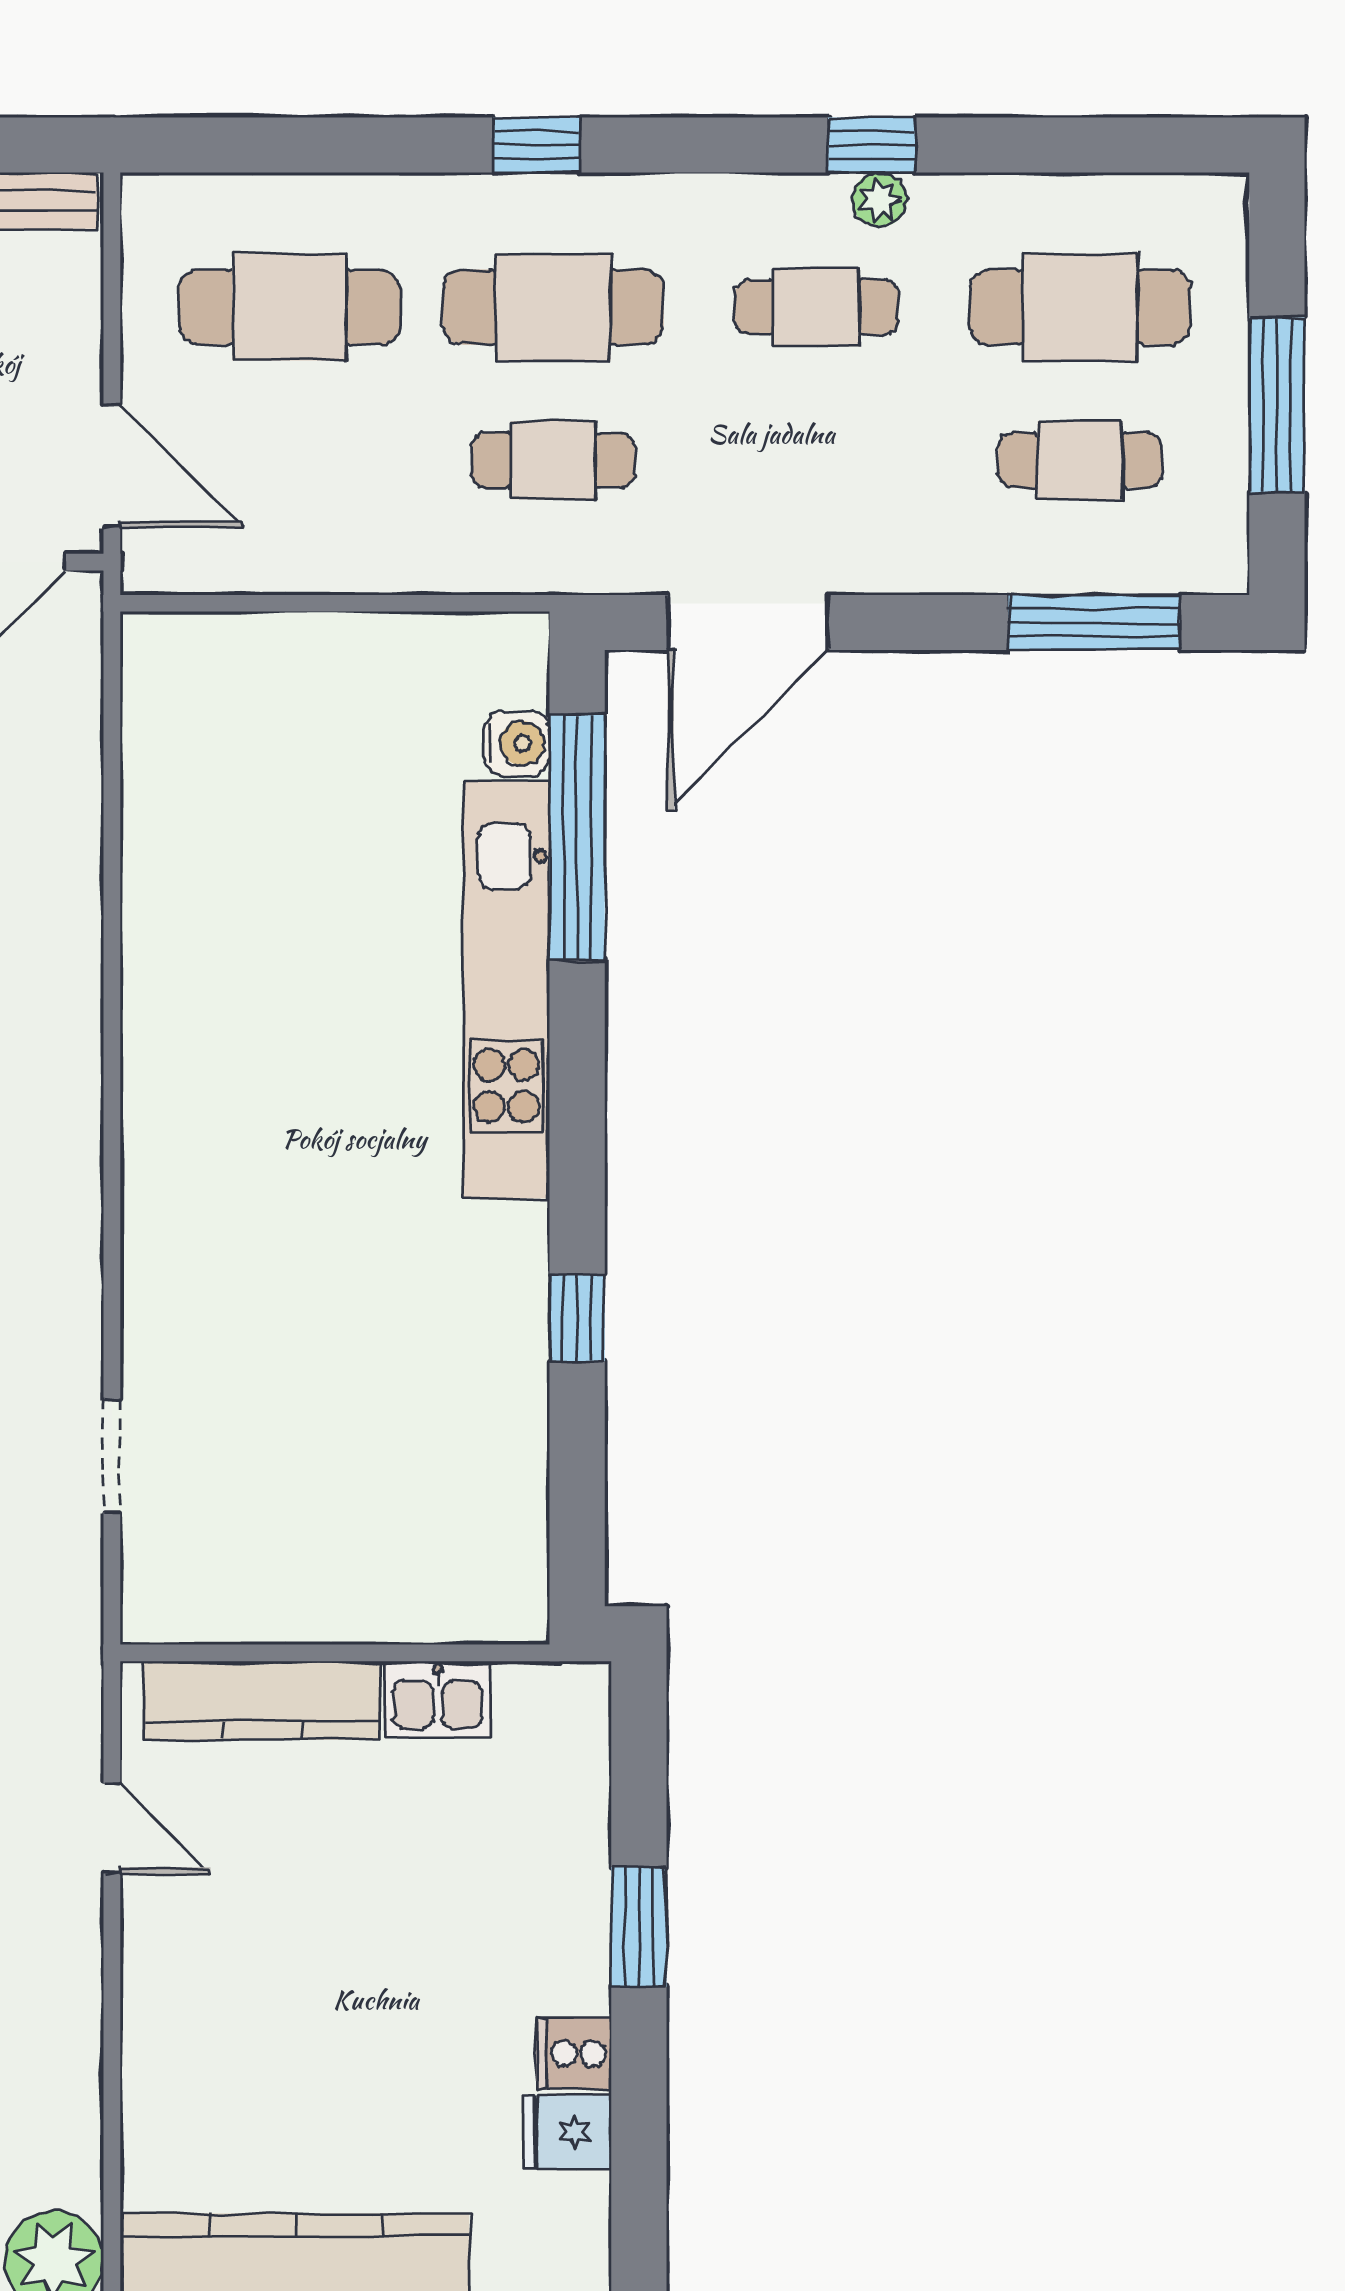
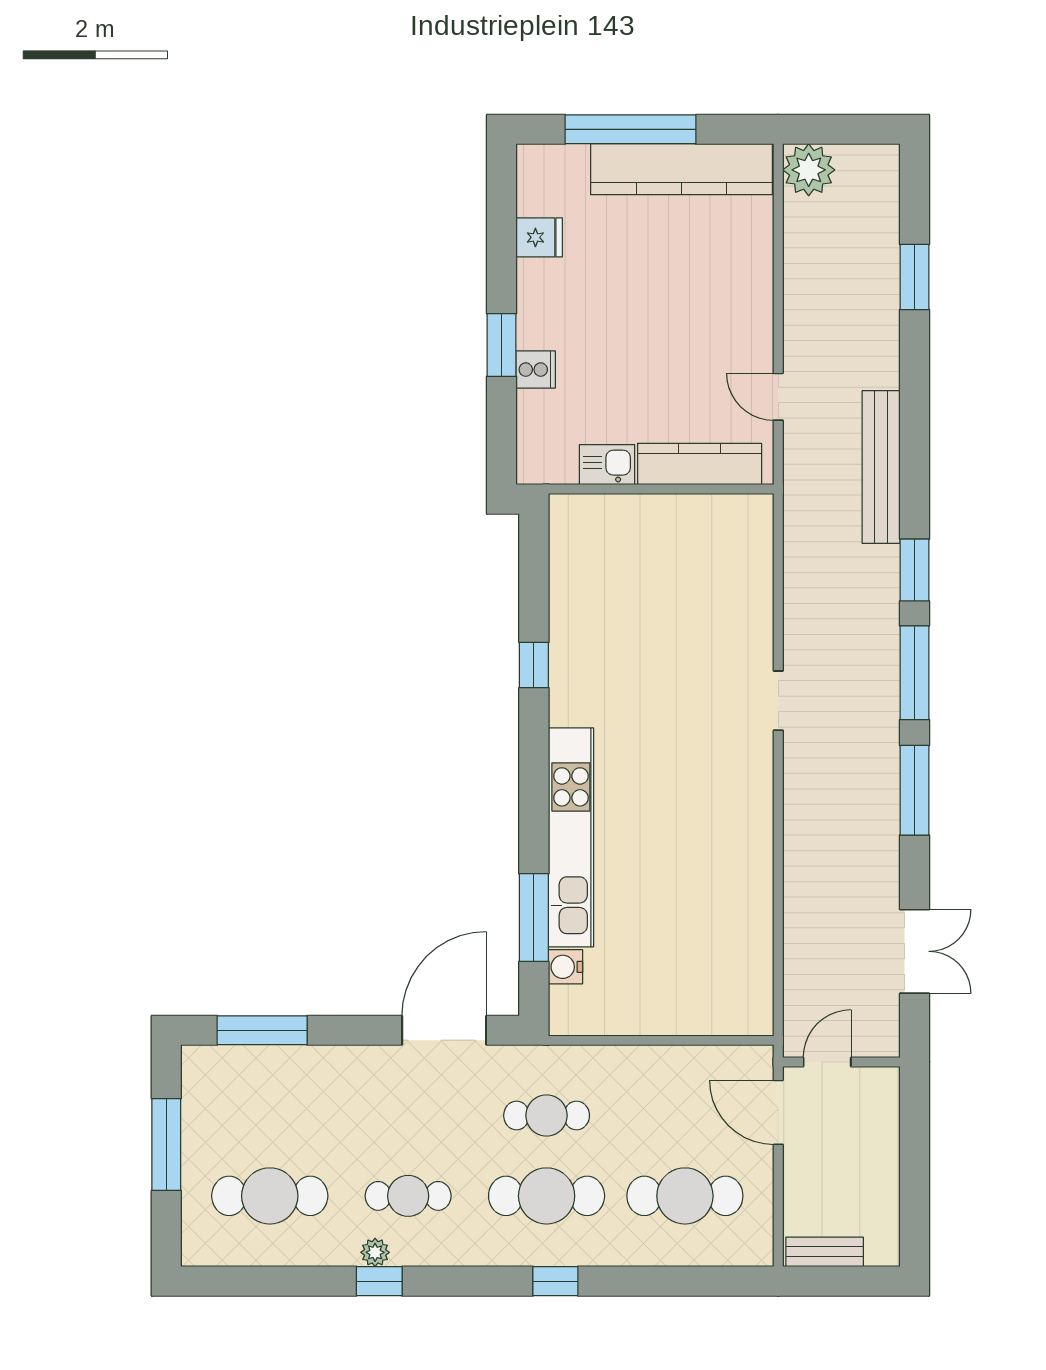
cafe table: (1080, 460) -> (270, 1116), removed
window: (577, 837) -> (534, 917), width x0.68
doorway: (112, 1456) -> (778, 701), moved
cooker: (574, 2054) -> (536, 370), moved

